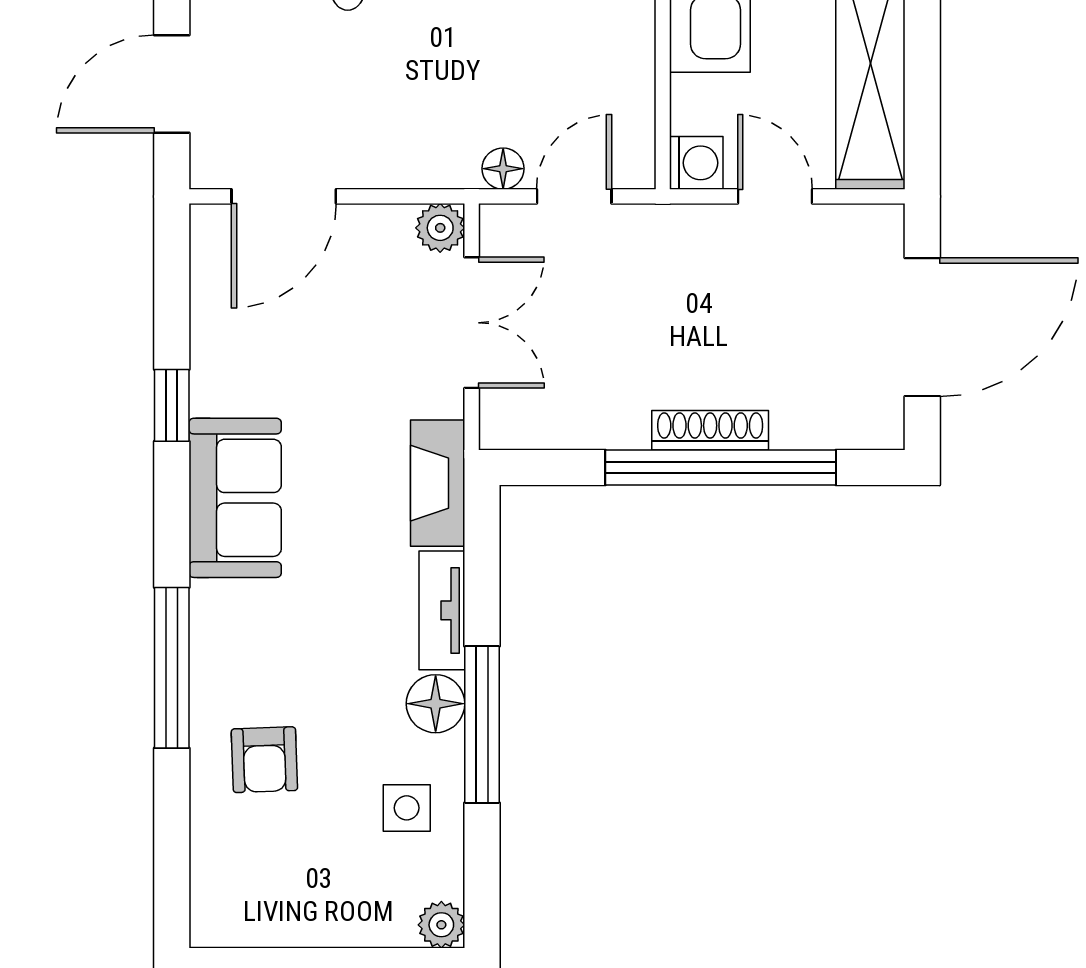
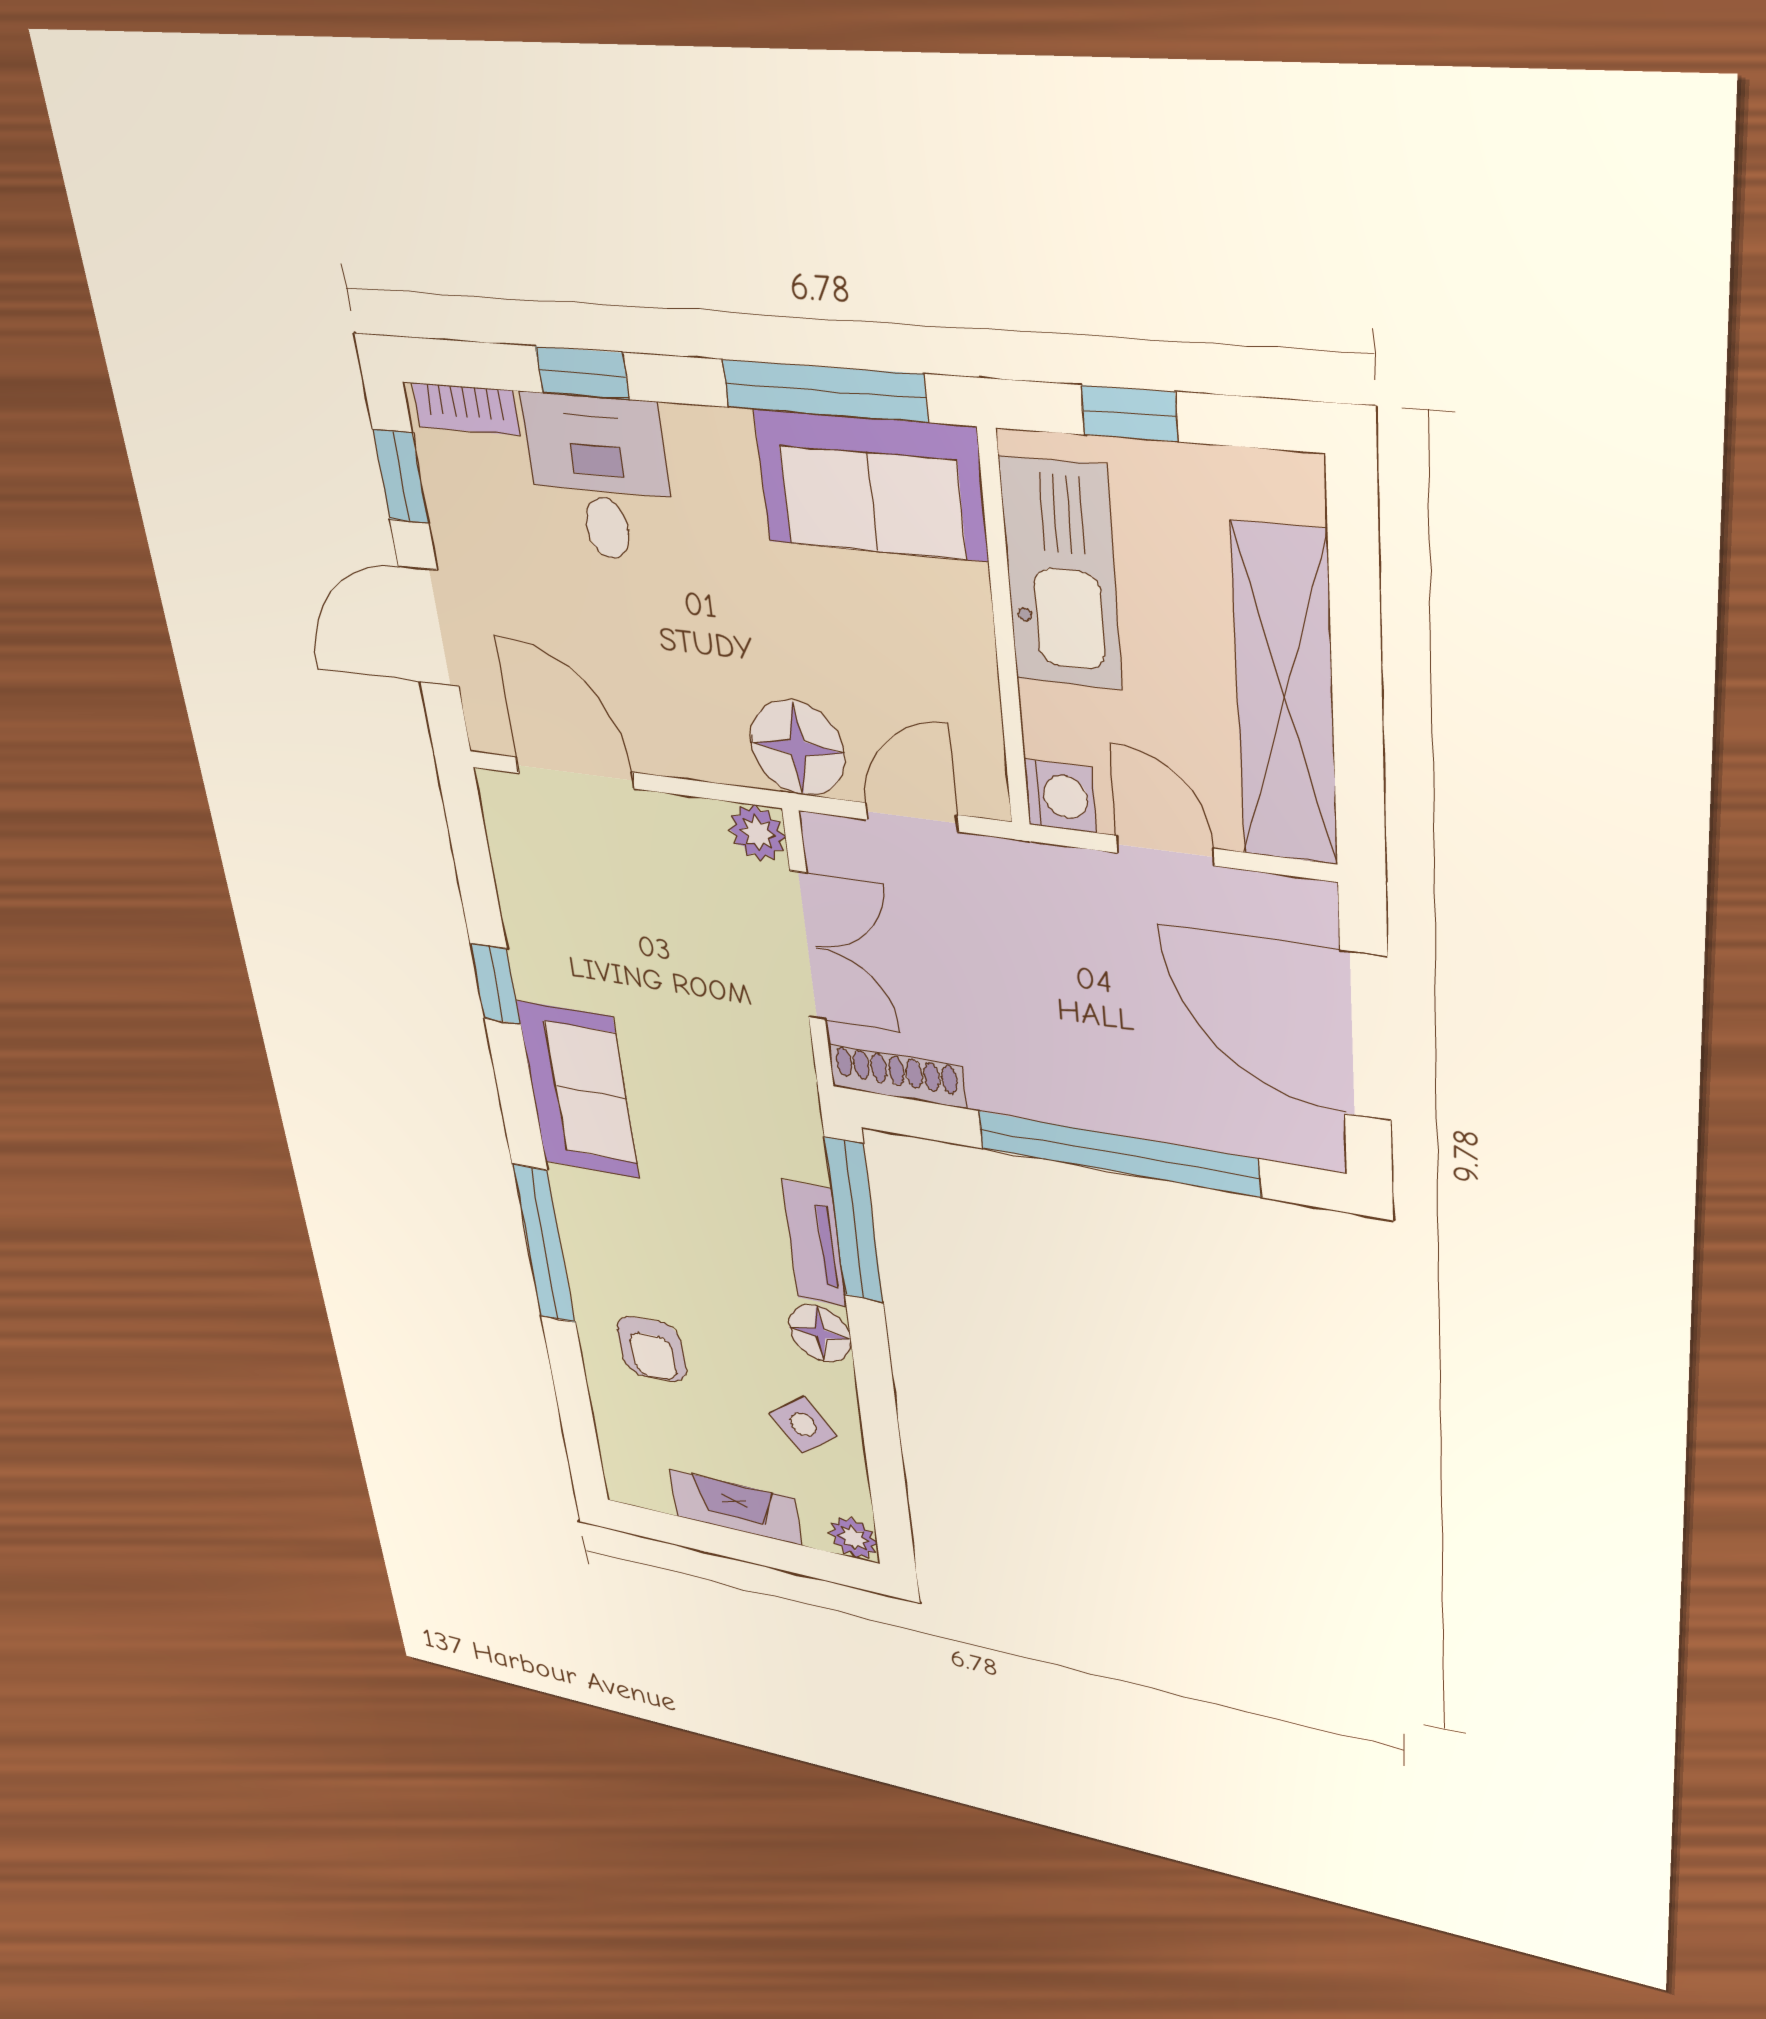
floor lamp: (503, 169) -> (798, 748), width x1.89, depth x1.89
door: (284, 196) -> (575, 773), swing flipped
door: (922, 327) -> (1366, 1036), swing flipped
shoe rack: (710, 430) -> (897, 1076), moved
fireplace: (438, 483) -> (735, 1507), moved, turned 90
window: (482, 725) -> (854, 1220), moved
side table: (407, 808) -> (803, 1425), turned -37

